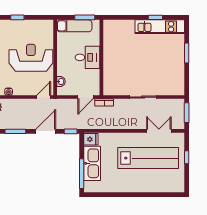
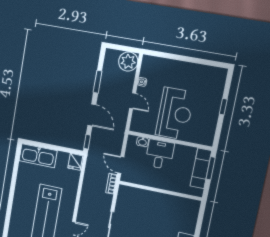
window: (85, 17) -> (211, 168), moved
desk: (87, 57) -> (160, 154), moved, turned 180
door: (44, 97) -> (133, 101), moved
kitchen sink: (92, 163) -> (38, 156), moved
window: (82, 174) -> (41, 145), removed

